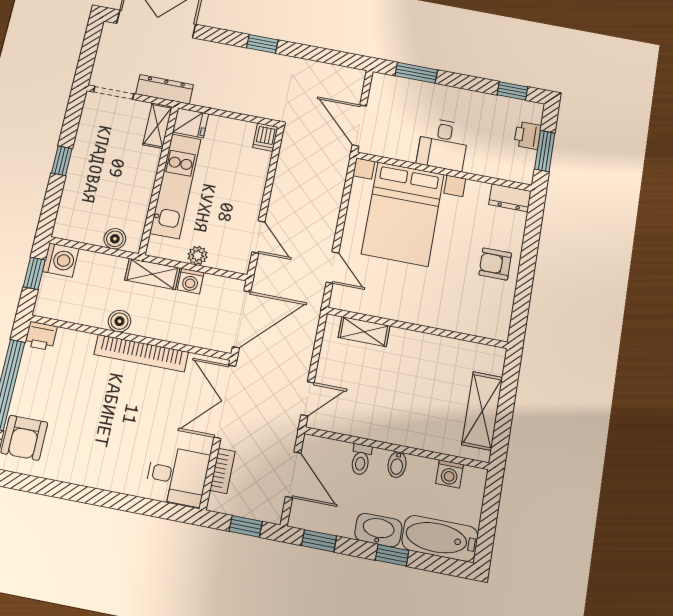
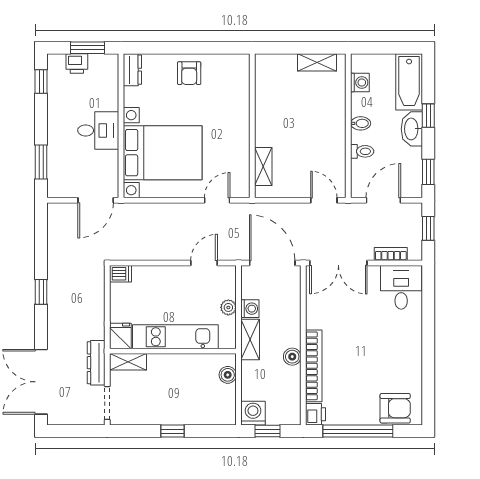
bookcase: (141, 353) -> (314, 366), moved
shelving: (482, 411) -> (317, 62), width x0.67, depth x0.75

